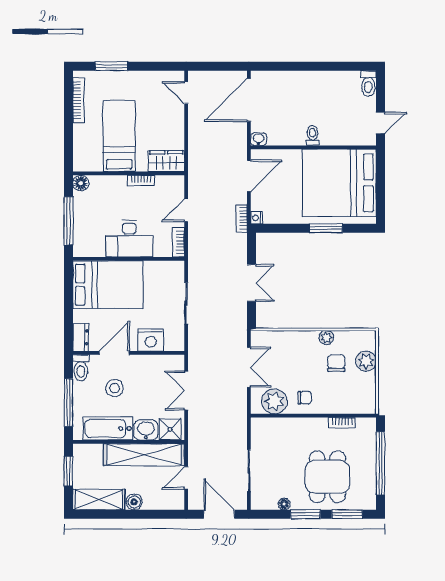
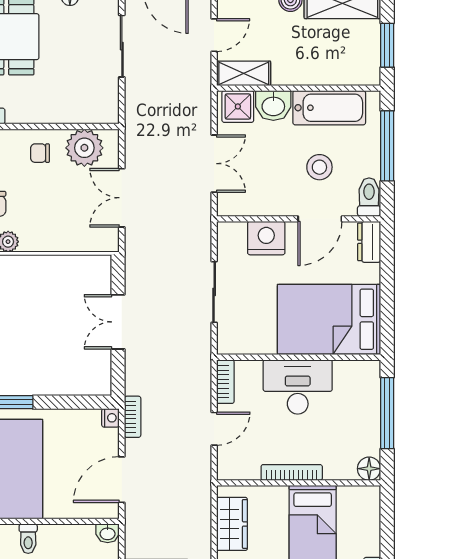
wardrobe: (166, 161) -> (232, 524), moved, turned -90
bookcase: (141, 181) -> (292, 472), width x1.56
shelving: (144, 455) -> (244, 73), width x0.45, depth x0.75

